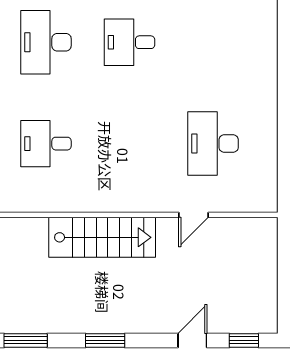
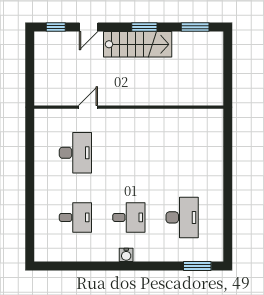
desk: (46, 144) -> (75, 217), moved
stairs: (102, 237) -> (138, 44), moved, turned 180

